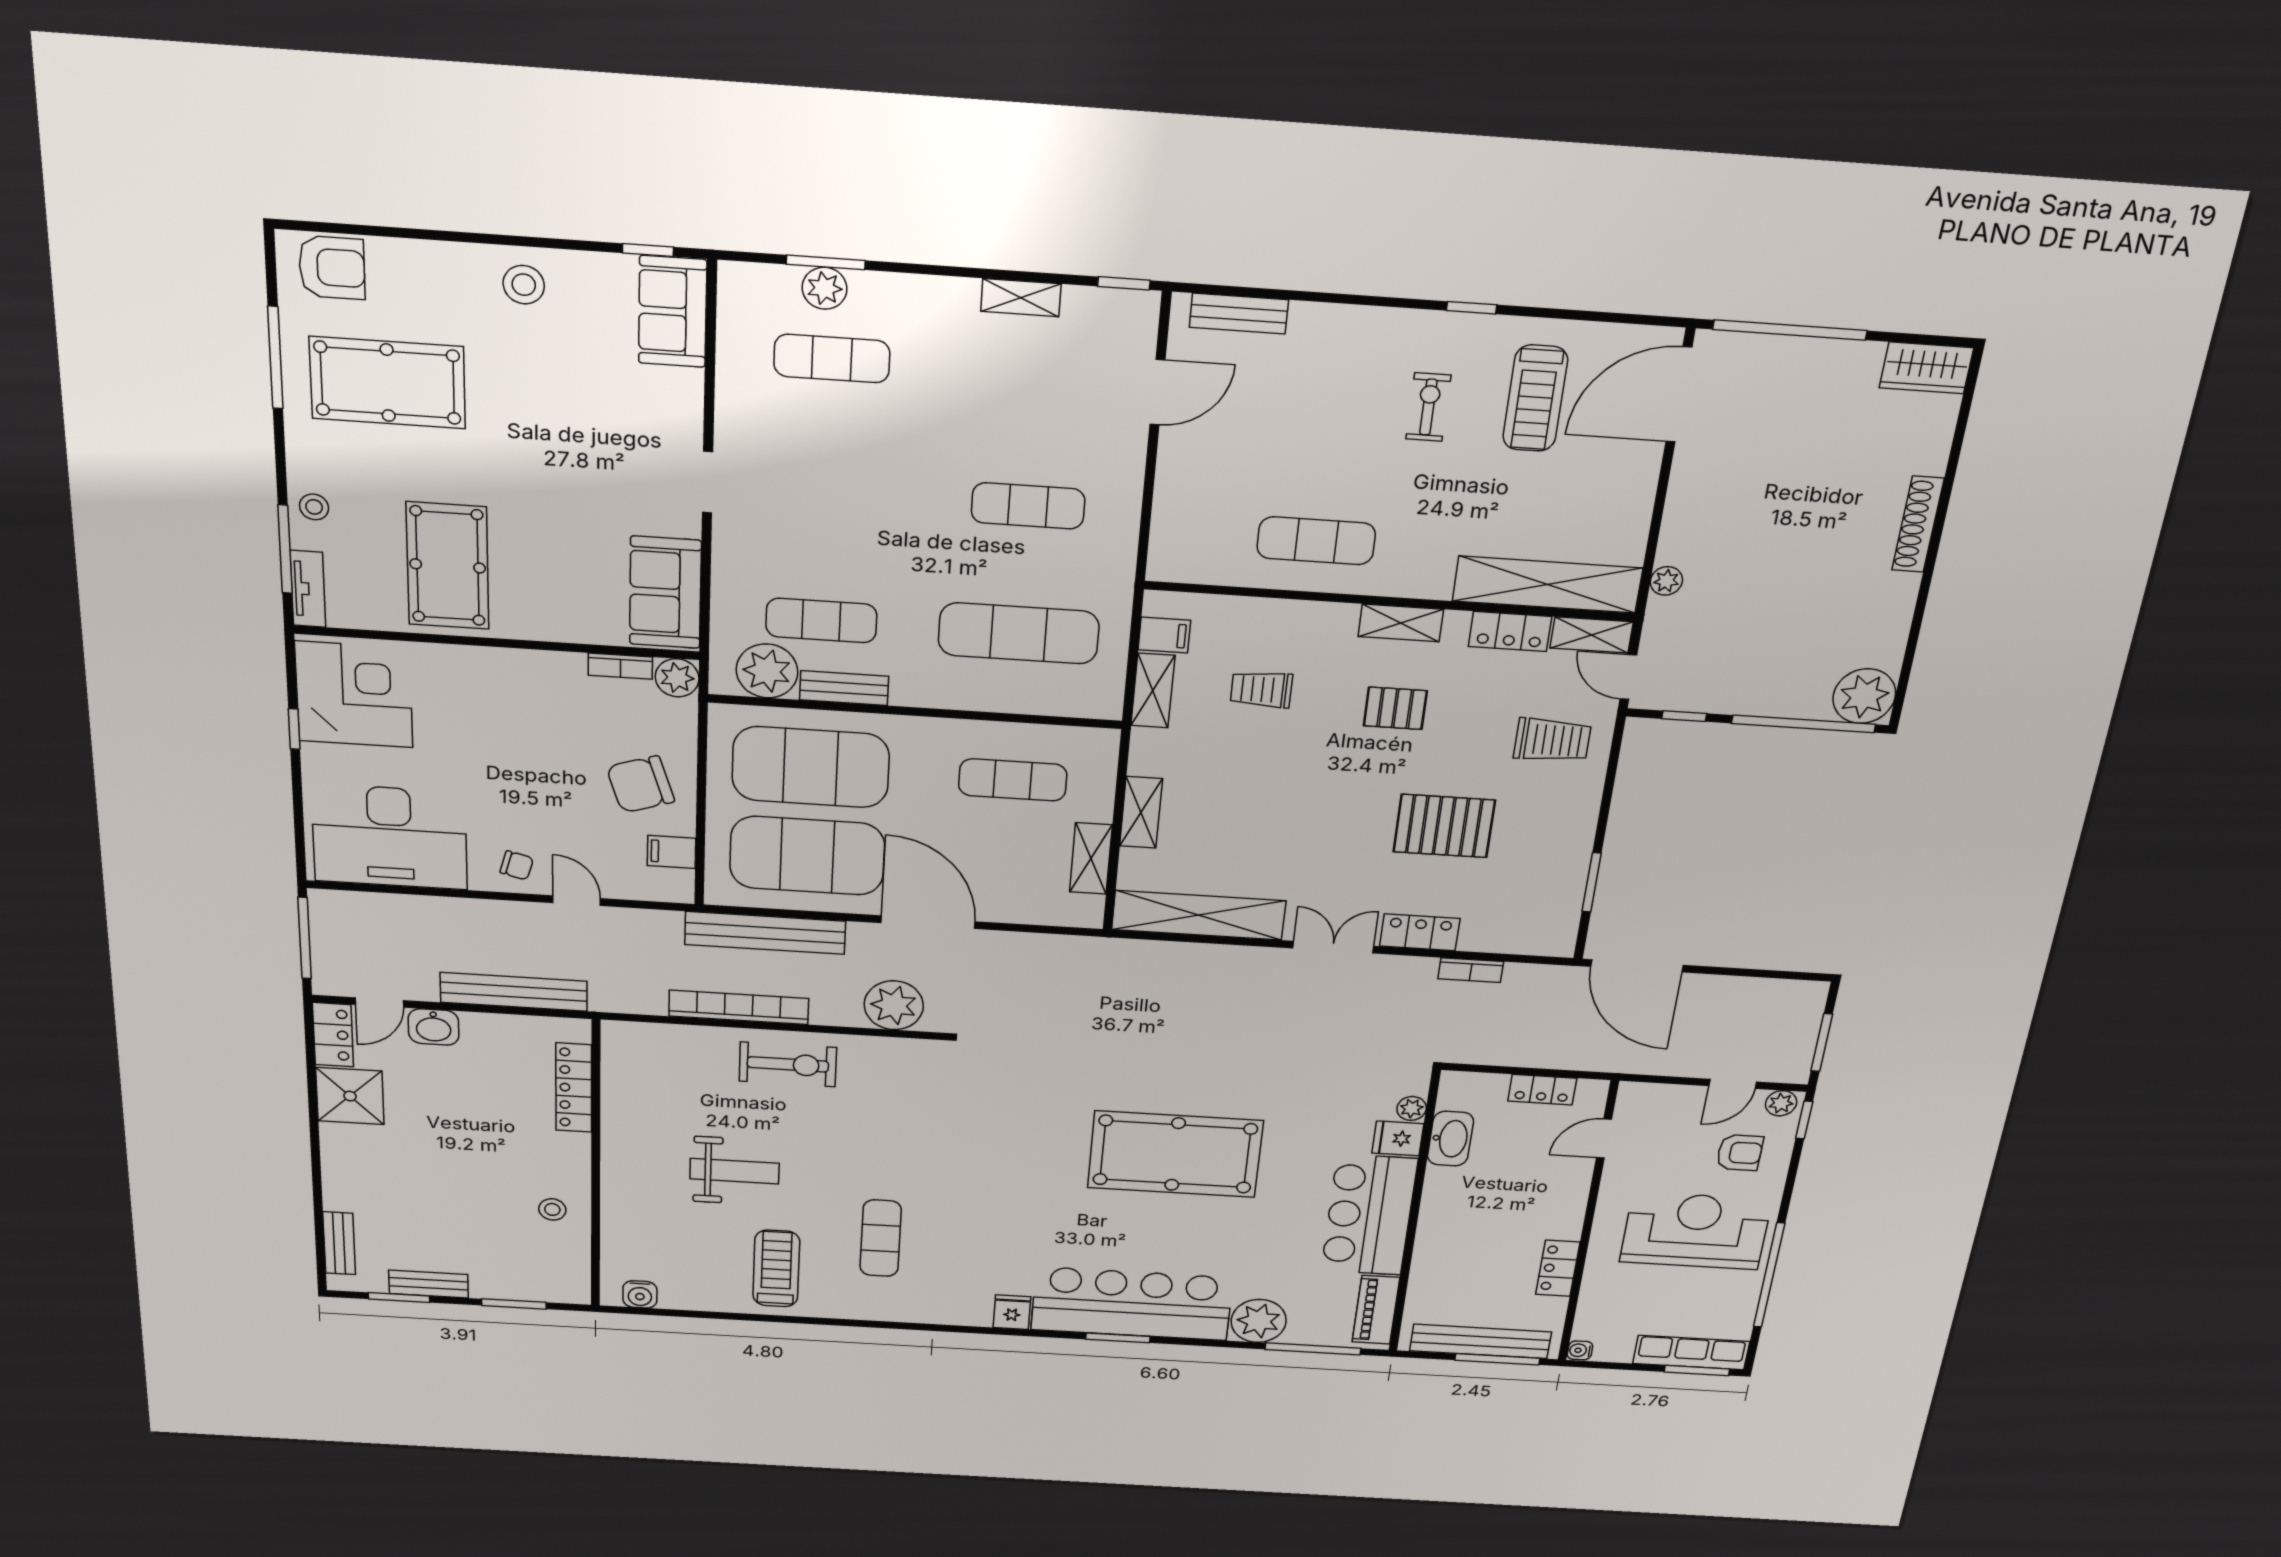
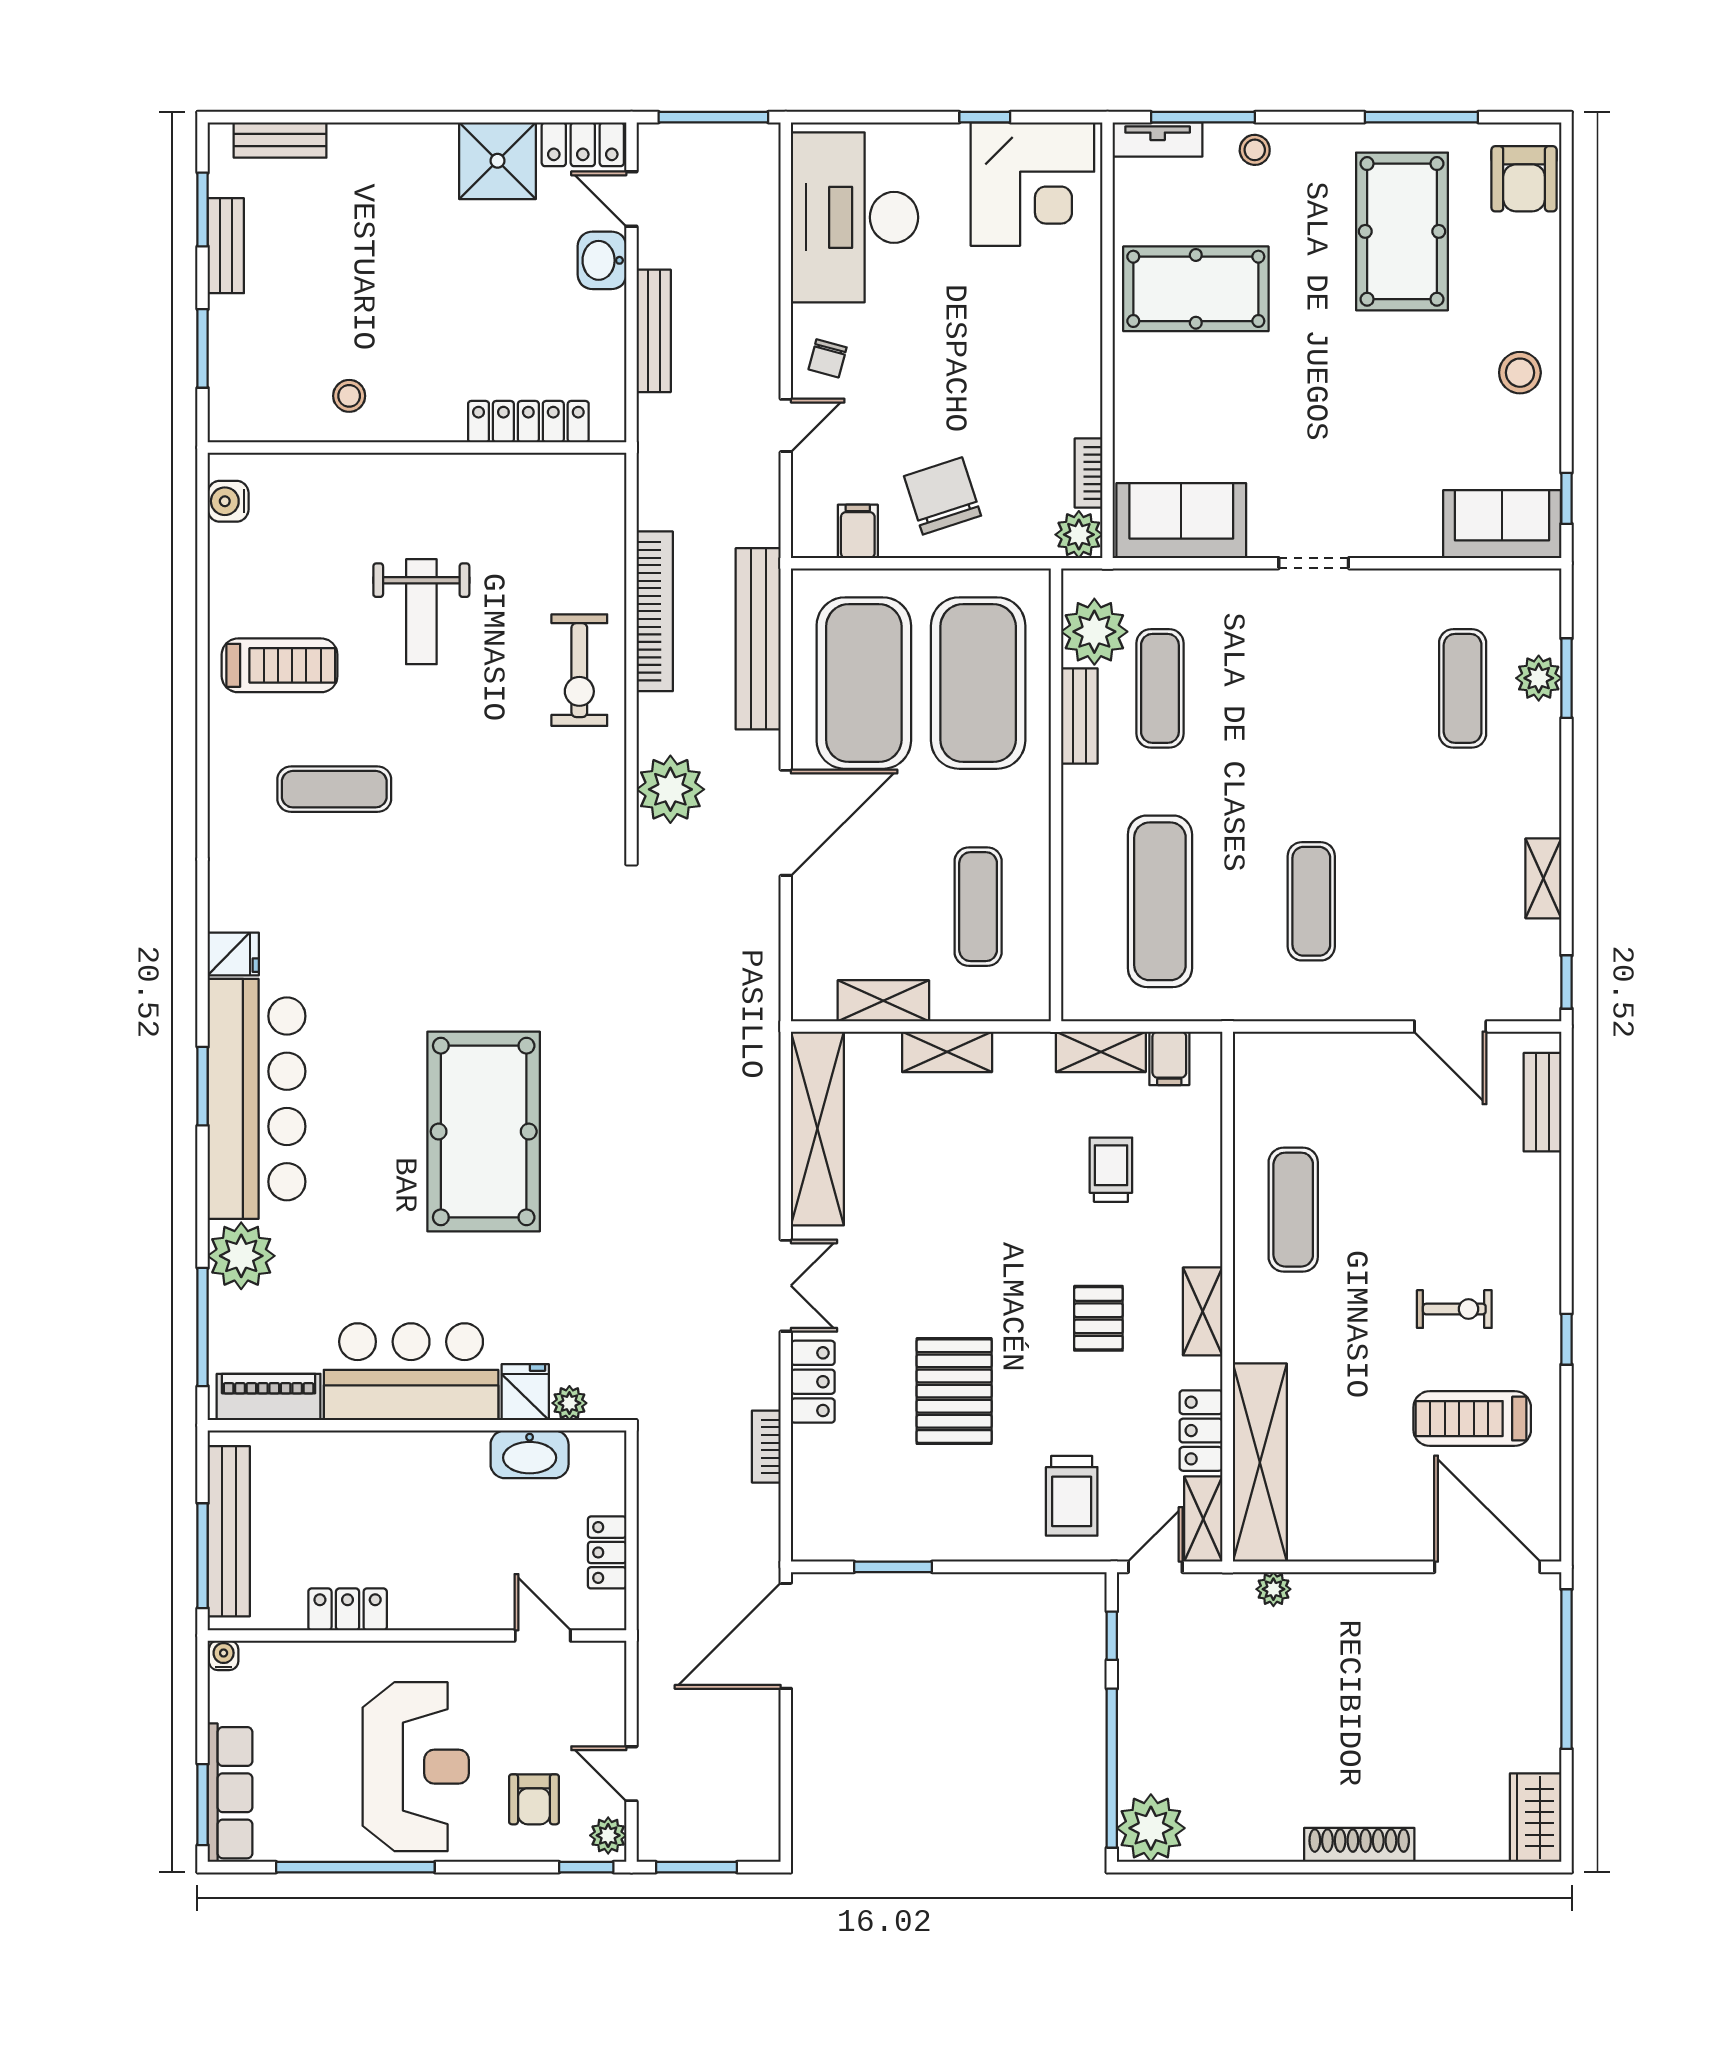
bench: (514, 992) -> (654, 331), width x0.73, depth x0.82

